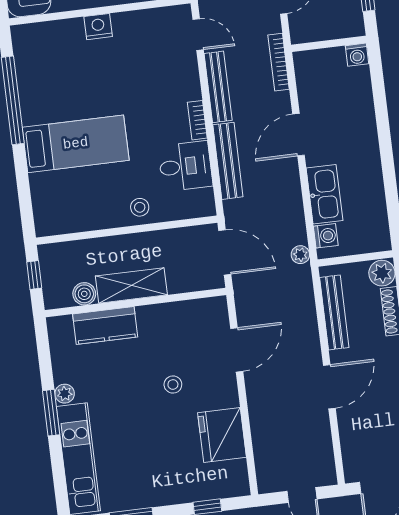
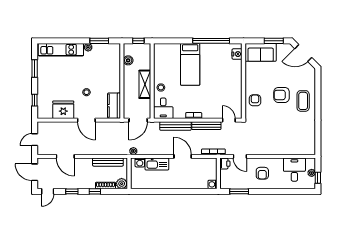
nightstand: (98, 27) -> (237, 54), moved
printer: (304, 31) -> (225, 164), added
door: (198, 35) -> (229, 120), swing flipped
desk: (185, 166) -> (163, 108), moved
shelving: (131, 285) -> (145, 84), moved
kitchen counter: (105, 326) -> (114, 106), moved
door: (237, 350) -> (86, 120), moved
door: (329, 387) -> (65, 156), moved
window: (51, 413) -> (99, 41), moved

